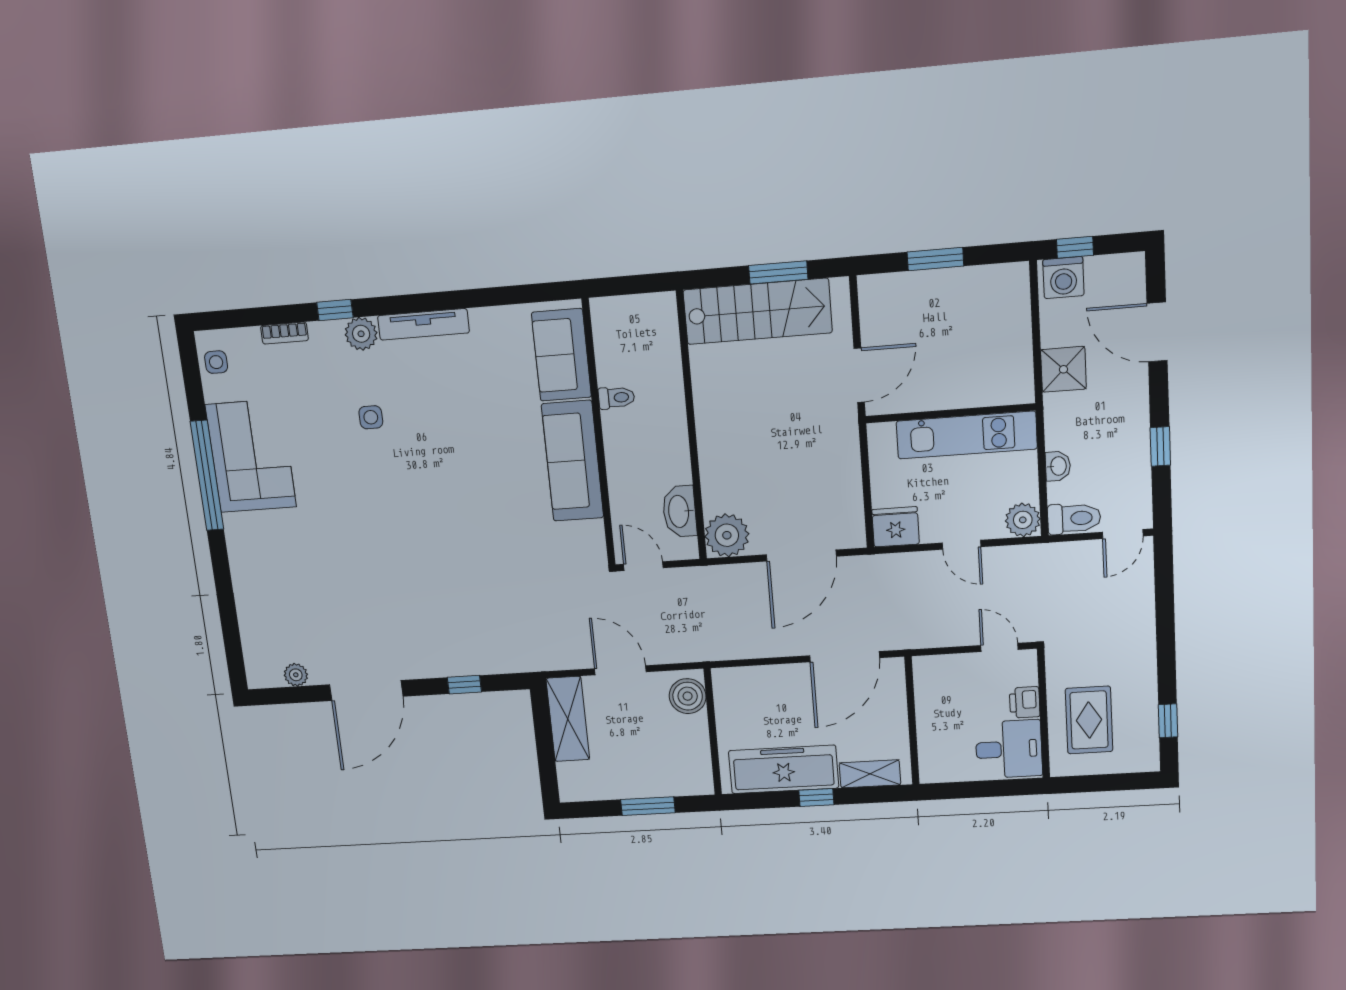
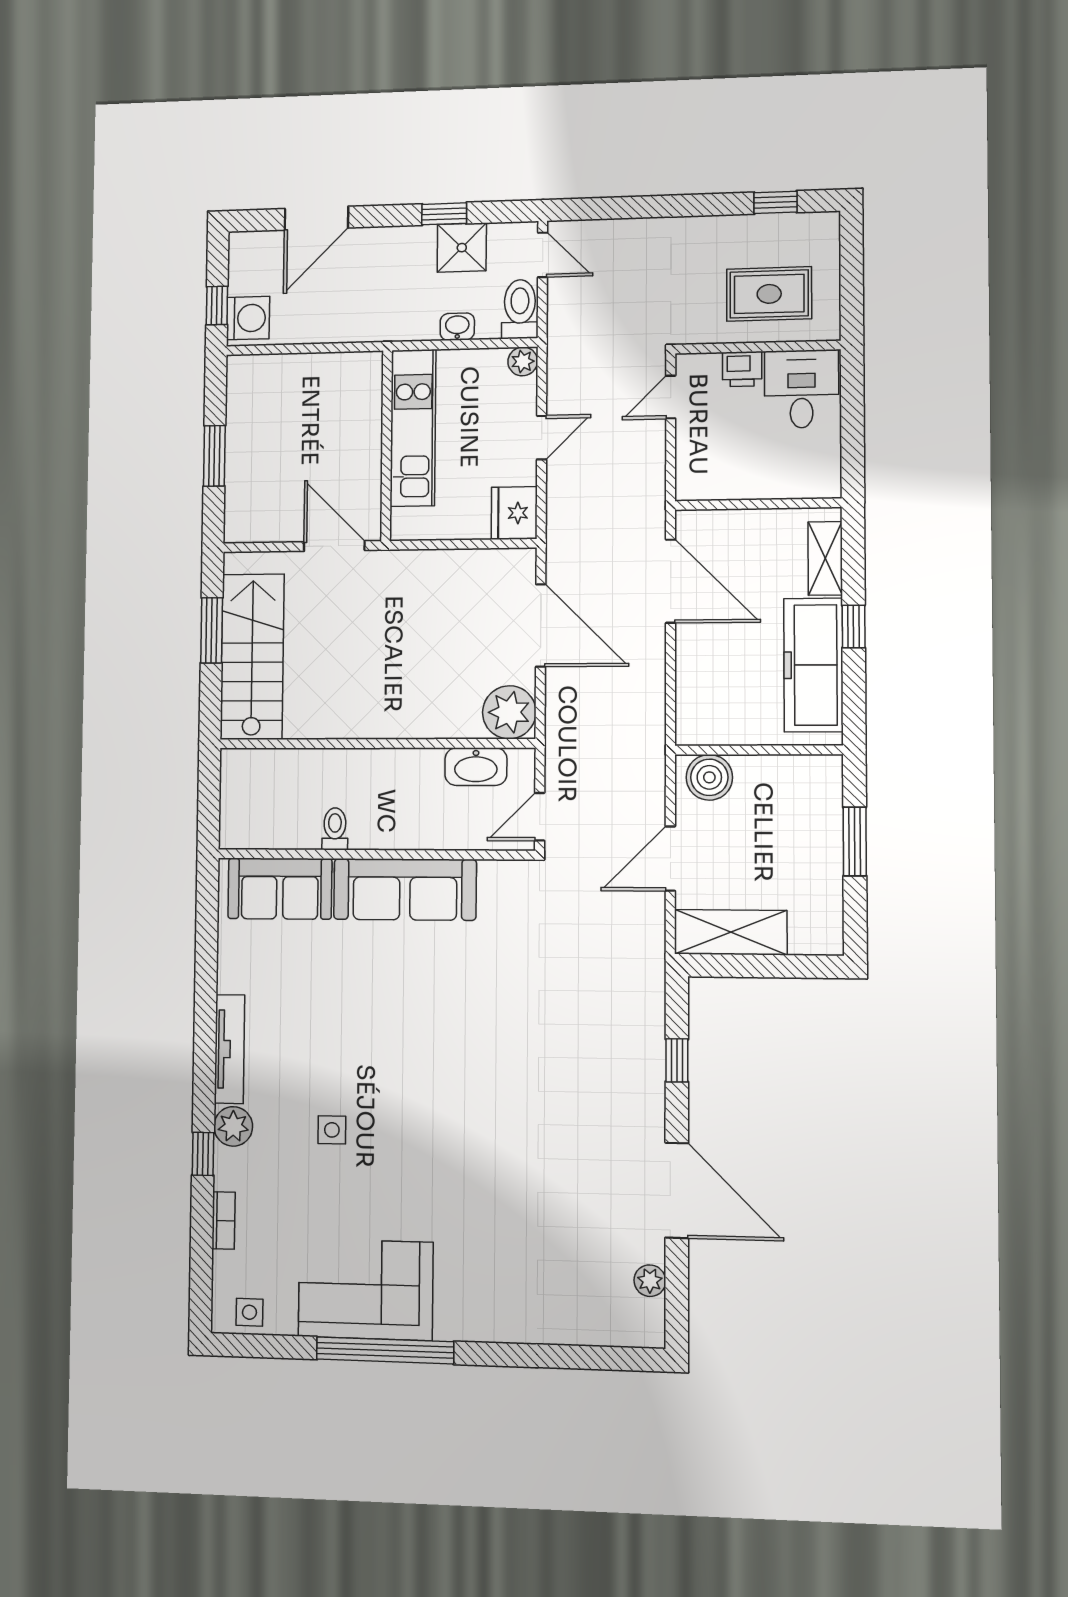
shower: (1063, 369) -> (462, 248), moved
plant: (1023, 520) -> (523, 361), width x0.73, depth x0.73

